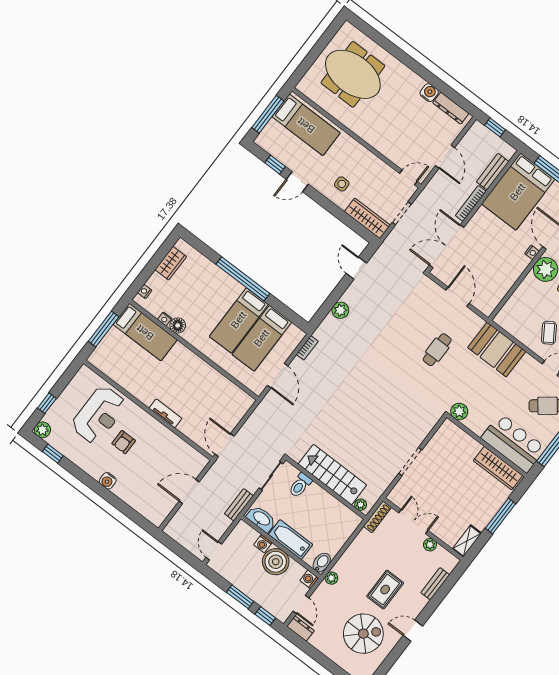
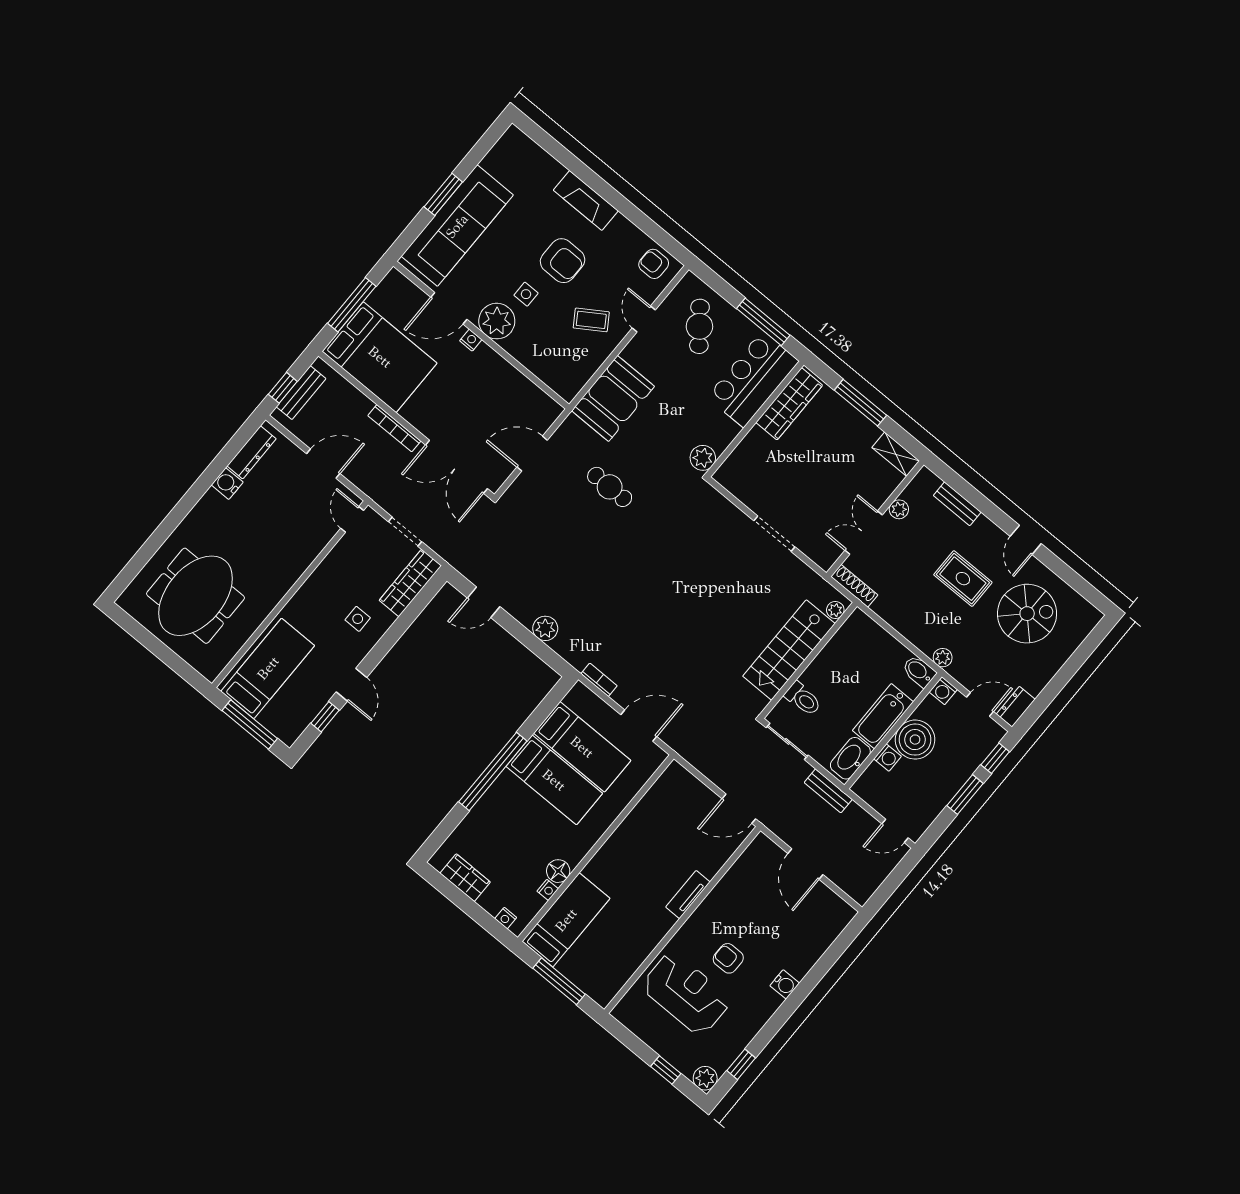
bench: (493, 172) -> (301, 393), moved, turned 90
armchair: (124, 442) -> (728, 958), turned 180
spiral stairs: (363, 634) -> (1027, 614), turned 90

